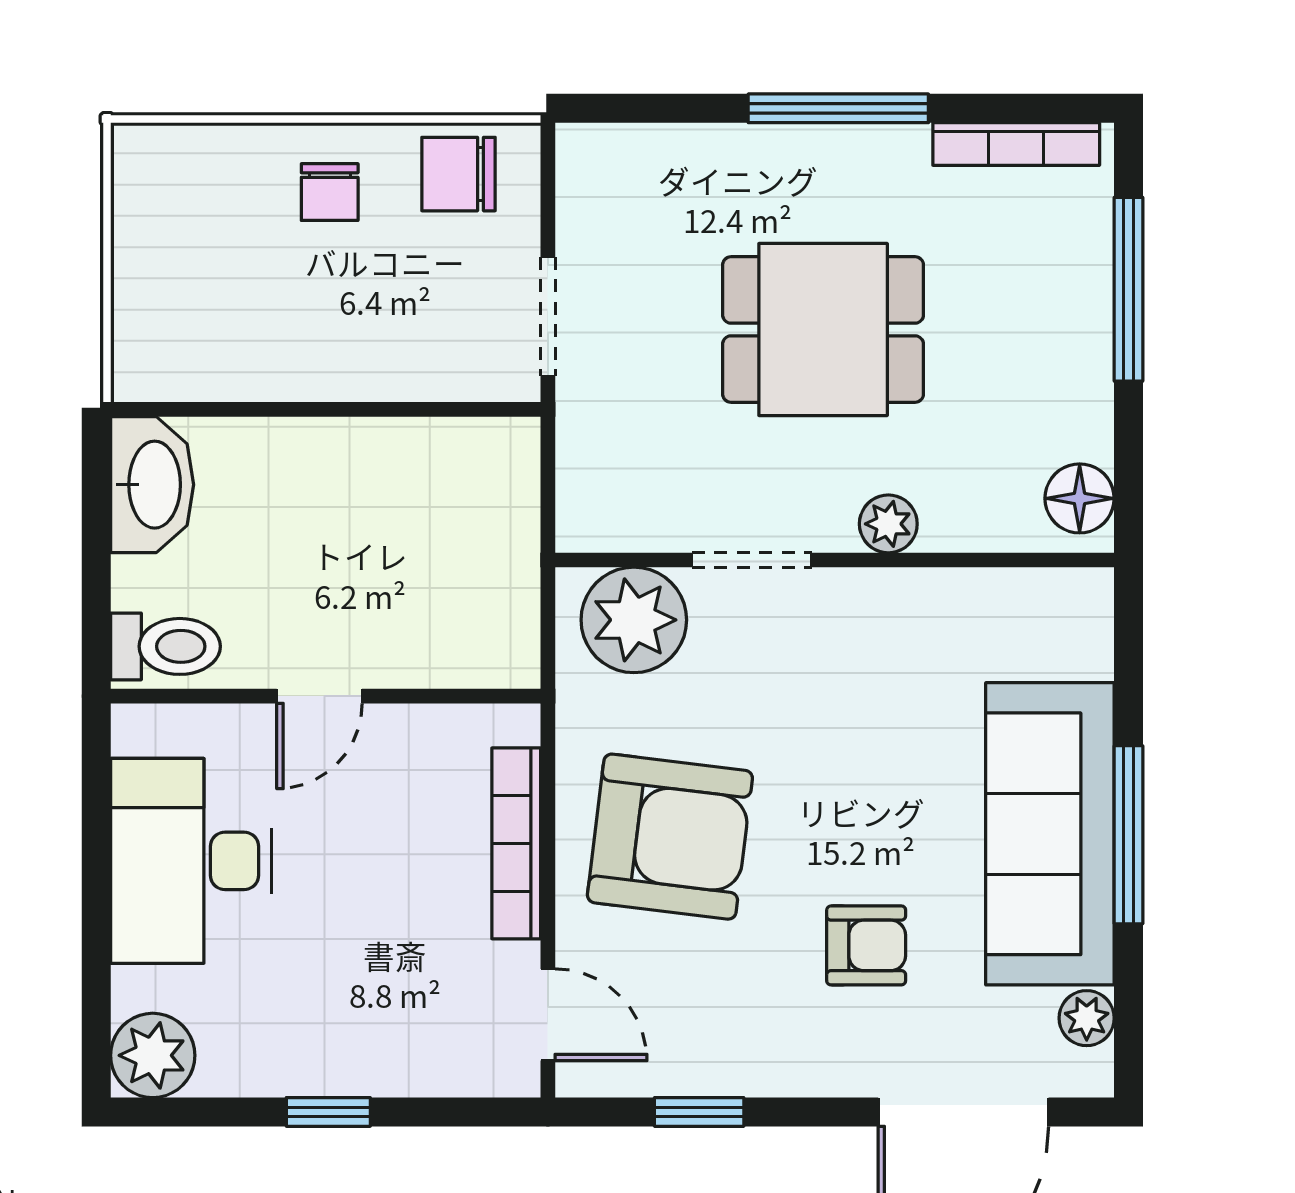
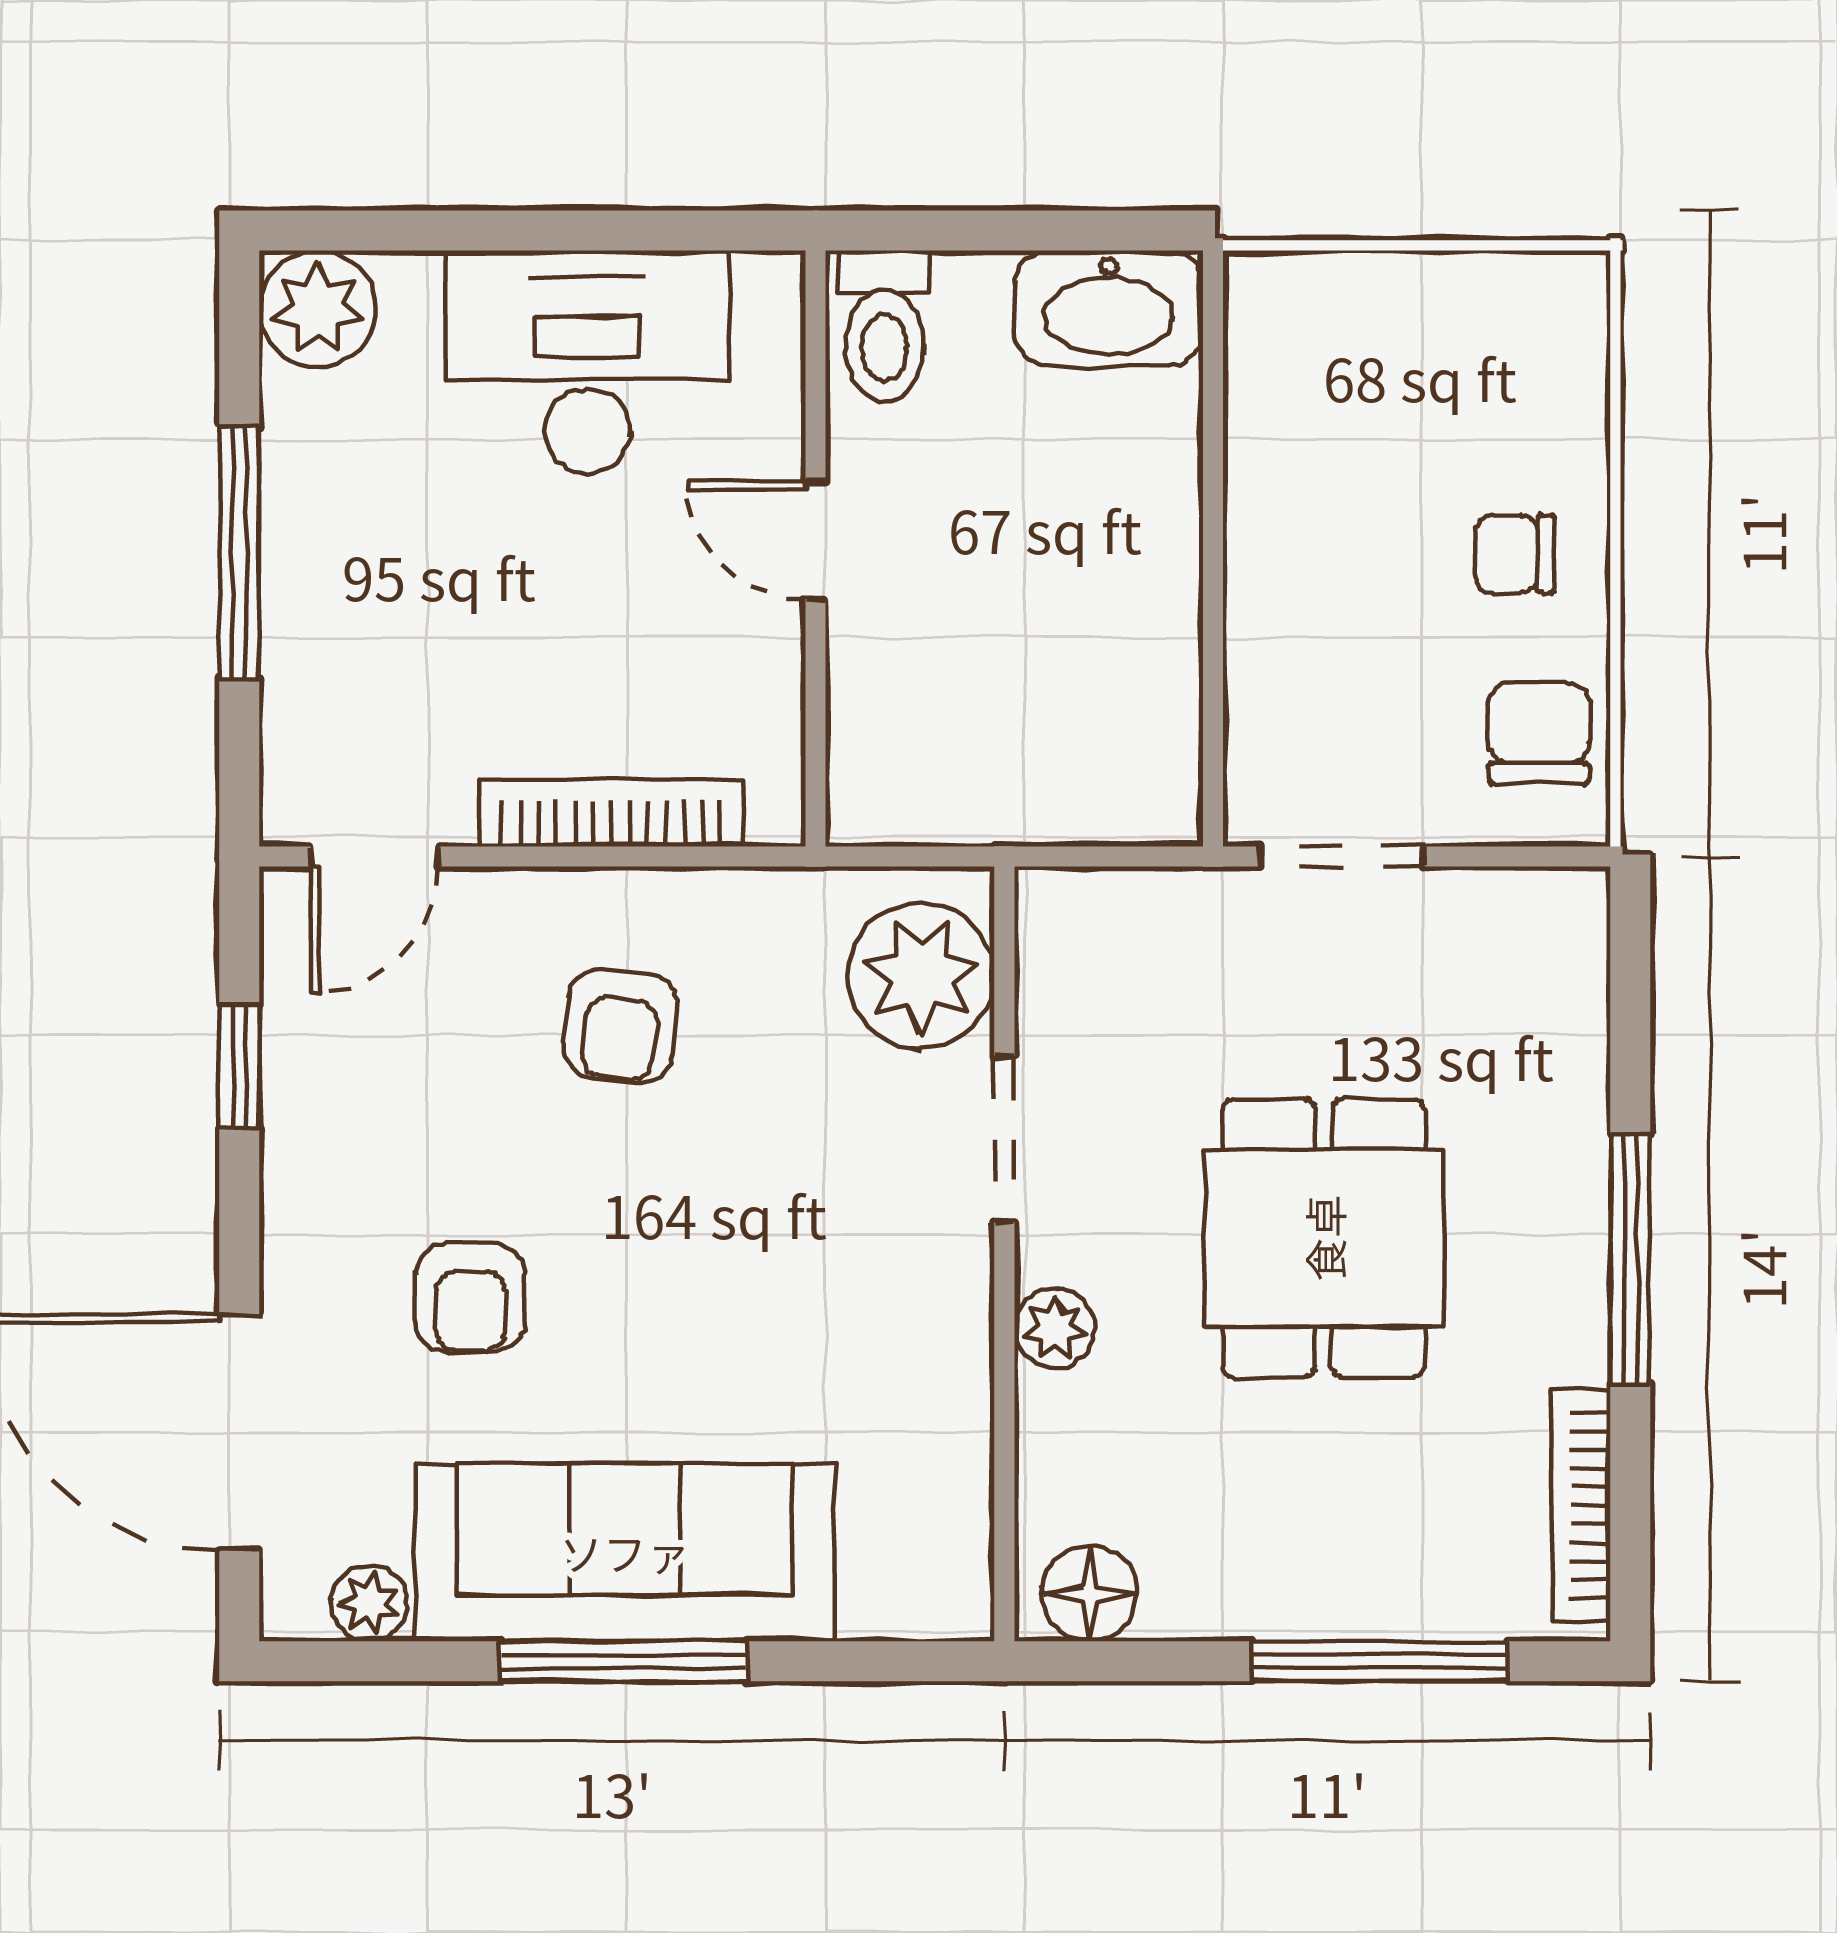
armchair: (670, 837) -> (621, 1026), width x0.53, depth x0.53
window: (328, 1112) -> (239, 552), width x2.17

